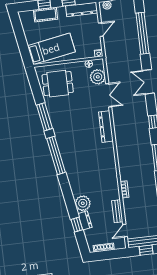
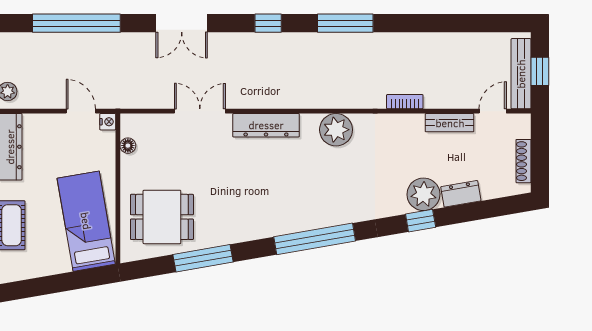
door: (101, 30) -> (81, 111), moved
plant: (98, 77) -> (336, 130), moved
dining table: (58, 84) -> (162, 217), turned 90
window: (44, 117) -> (203, 258), moved
window: (77, 225) -> (421, 221), moved
door: (125, 231) -> (493, 111), swing flipped

